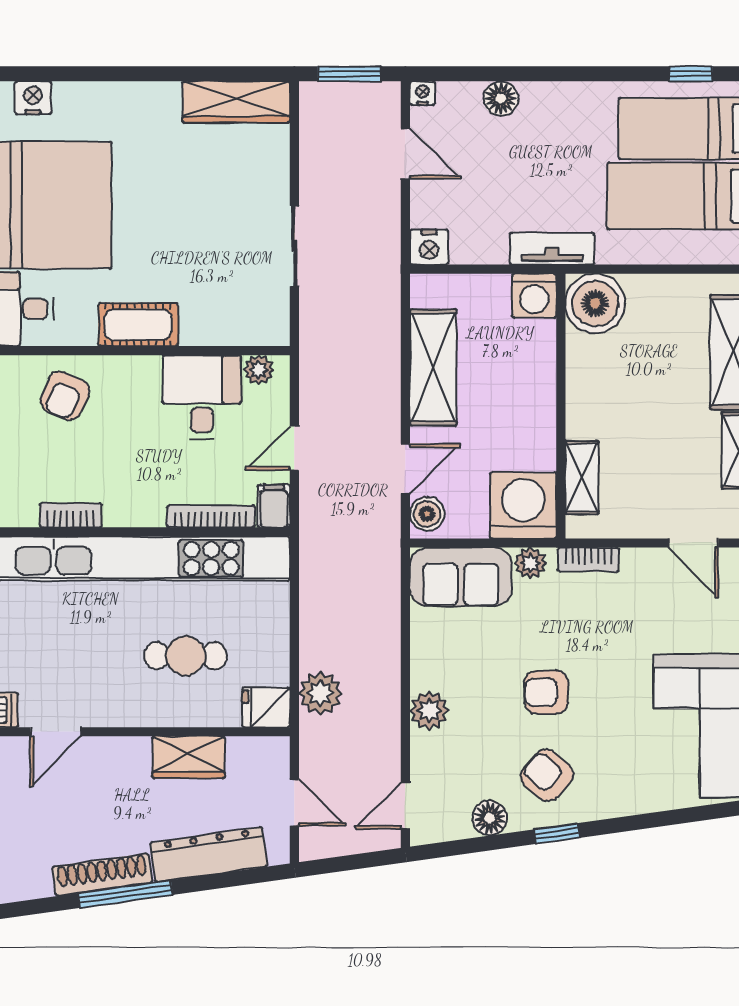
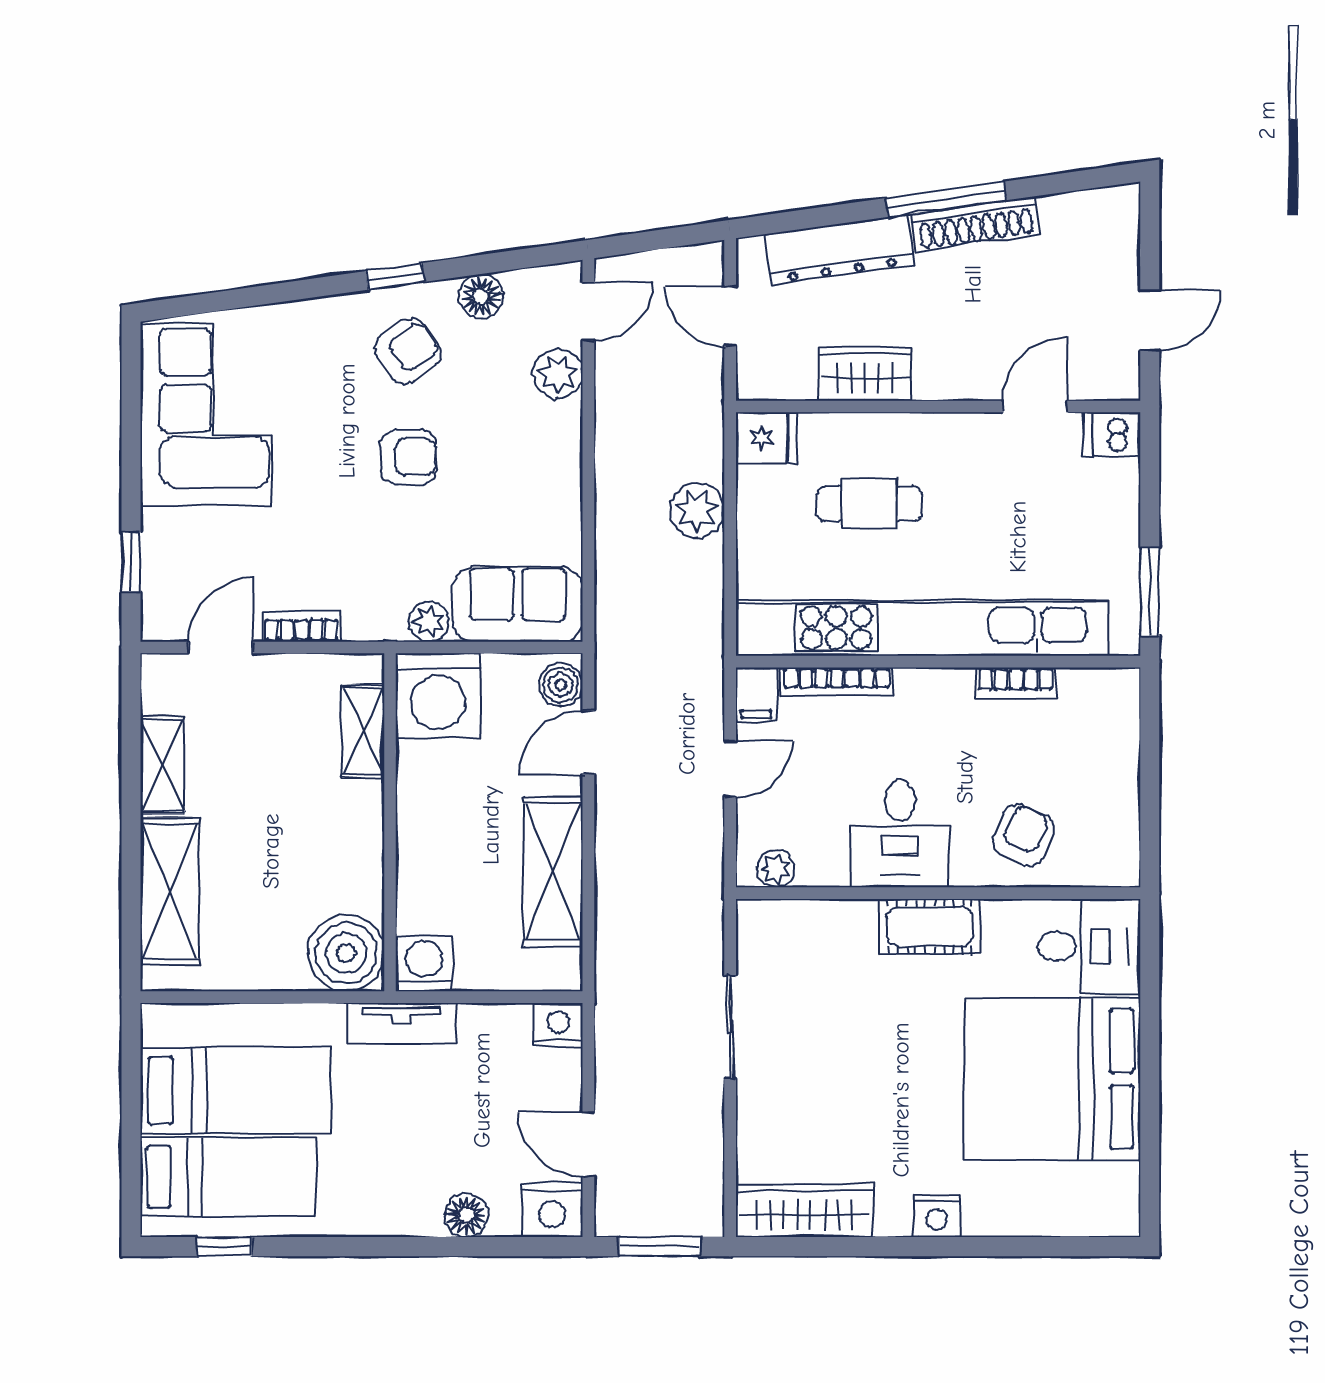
nightstand: (423, 93) -> (552, 1210), width x1.89, depth x1.79
nightstand: (33, 98) -> (937, 1216), moved
desk: (202, 397) -> (900, 834), moved
door: (693, 543) -> (221, 647), hinge flipped
bookcase: (588, 560) -> (301, 626), moved
plant: (320, 693) -> (697, 511), moved
plant: (429, 710) -> (558, 374), moved
armchair: (547, 775) -> (408, 351), turned -76

